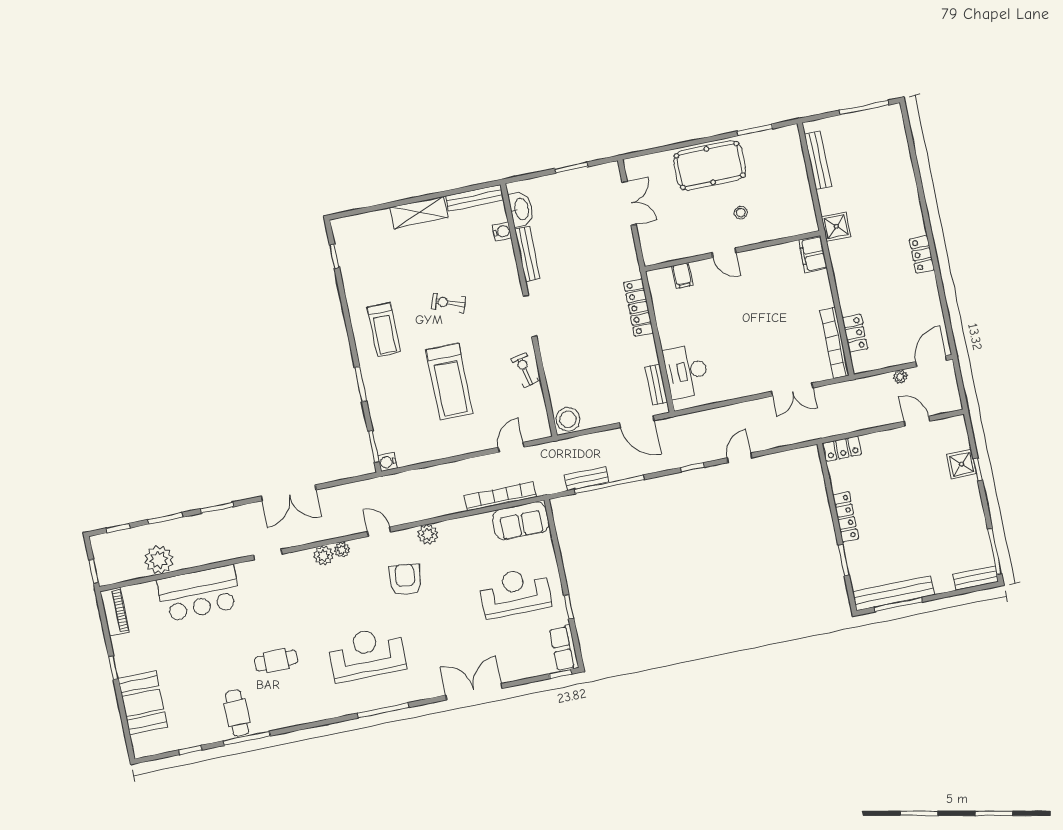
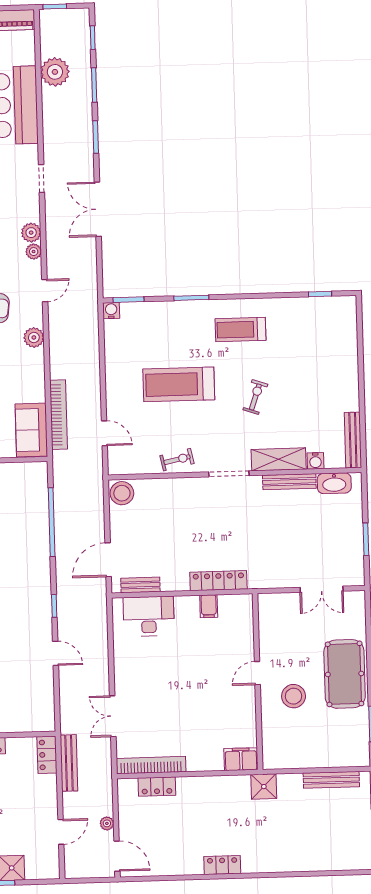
shelving: (419, 212) -> (279, 459), moved, turned 90
stool: (741, 213) -> (294, 696), width x1.89, depth x1.89
filing cabinet: (682, 275) -> (209, 606), moved, turned -90
bench: (587, 479) -> (69, 763), moved, width x1.36

